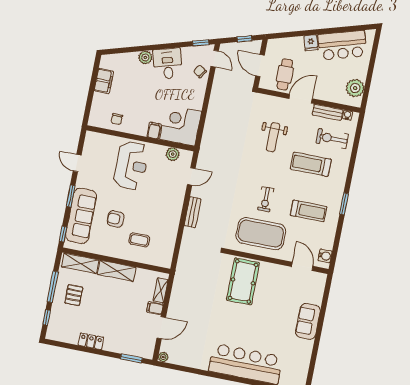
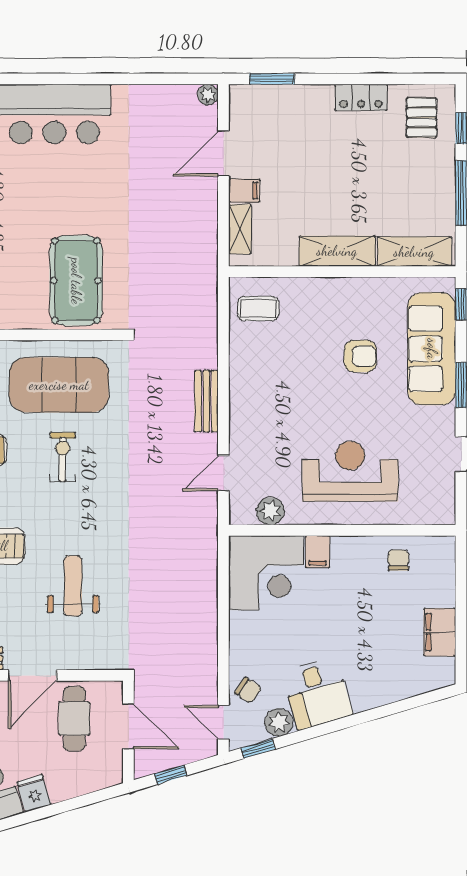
plant: (145, 57) -> (279, 722), moved
reception desk: (131, 165) -> (350, 471), turned 90
coffee table: (139, 240) -> (258, 308), moved
pallet: (74, 295) -> (422, 118), moved

